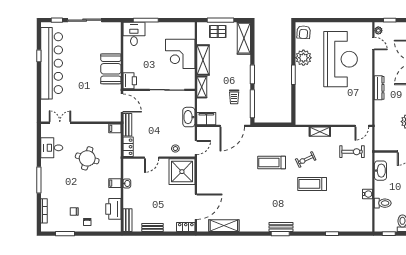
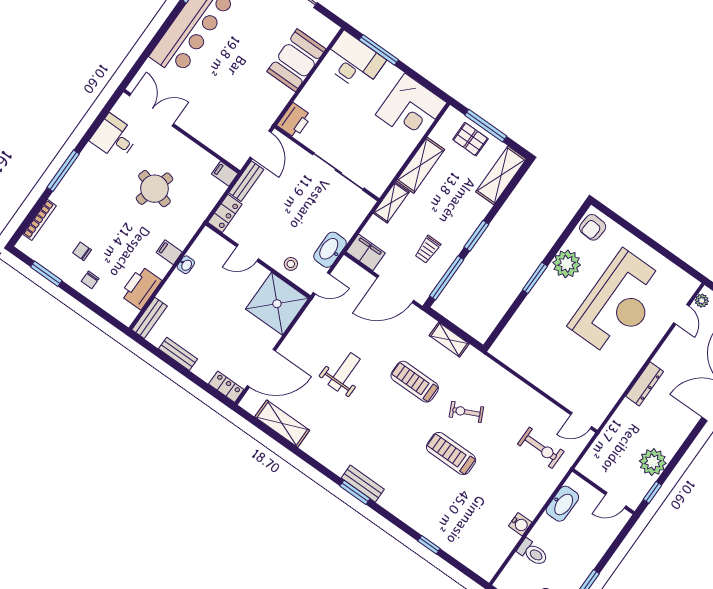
desk: (134, 34) -> (354, 62), width x1.37
corner desk: (180, 54) -> (411, 109), moved, turned -90
booth: (111, 69) -> (296, 60), moved
washbasin: (189, 117) -> (330, 250), moved
double door: (60, 123) -> (152, 110), width x1.37
shelving: (320, 132) -> (449, 340), moved
weight bench: (236, 181) -> (344, 372), added

